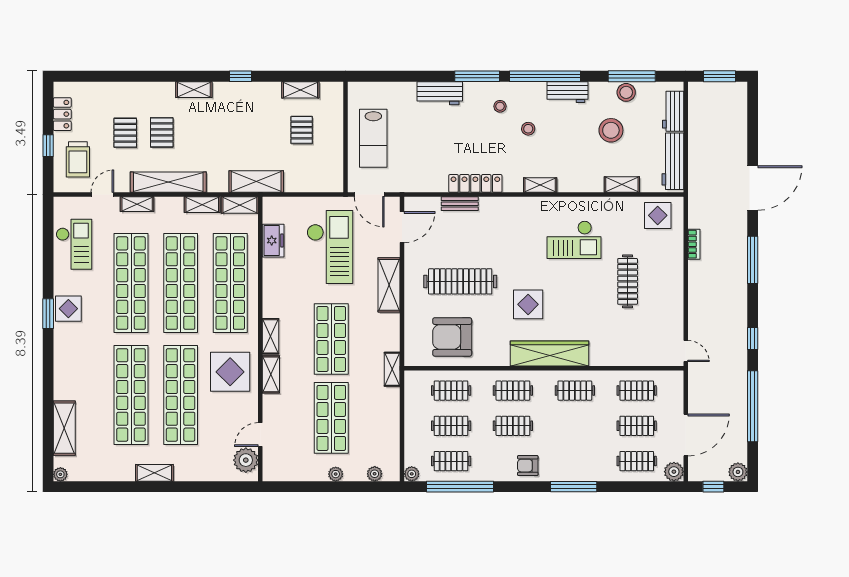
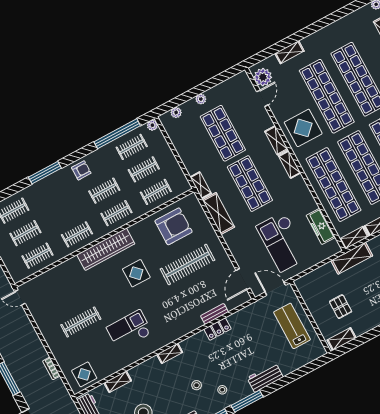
shelving: (300, 90) -> (342, 339), moved
locker: (475, 183) -> (217, 329), width x0.66
freezer: (273, 241) -> (321, 226), width x1.40
clothes rail: (628, 281) -> (81, 322), turned 90
shelving: (389, 285) -> (218, 213), moved
shelving: (154, 473) -> (289, 52), moved

